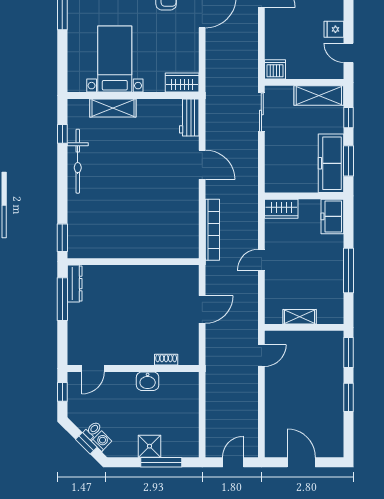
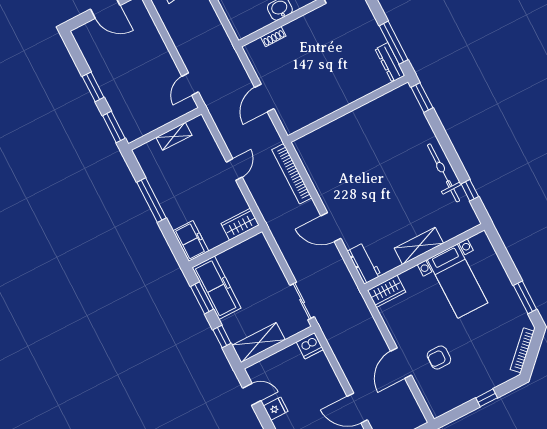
shelving: (113, 108) -> (419, 246), moved

